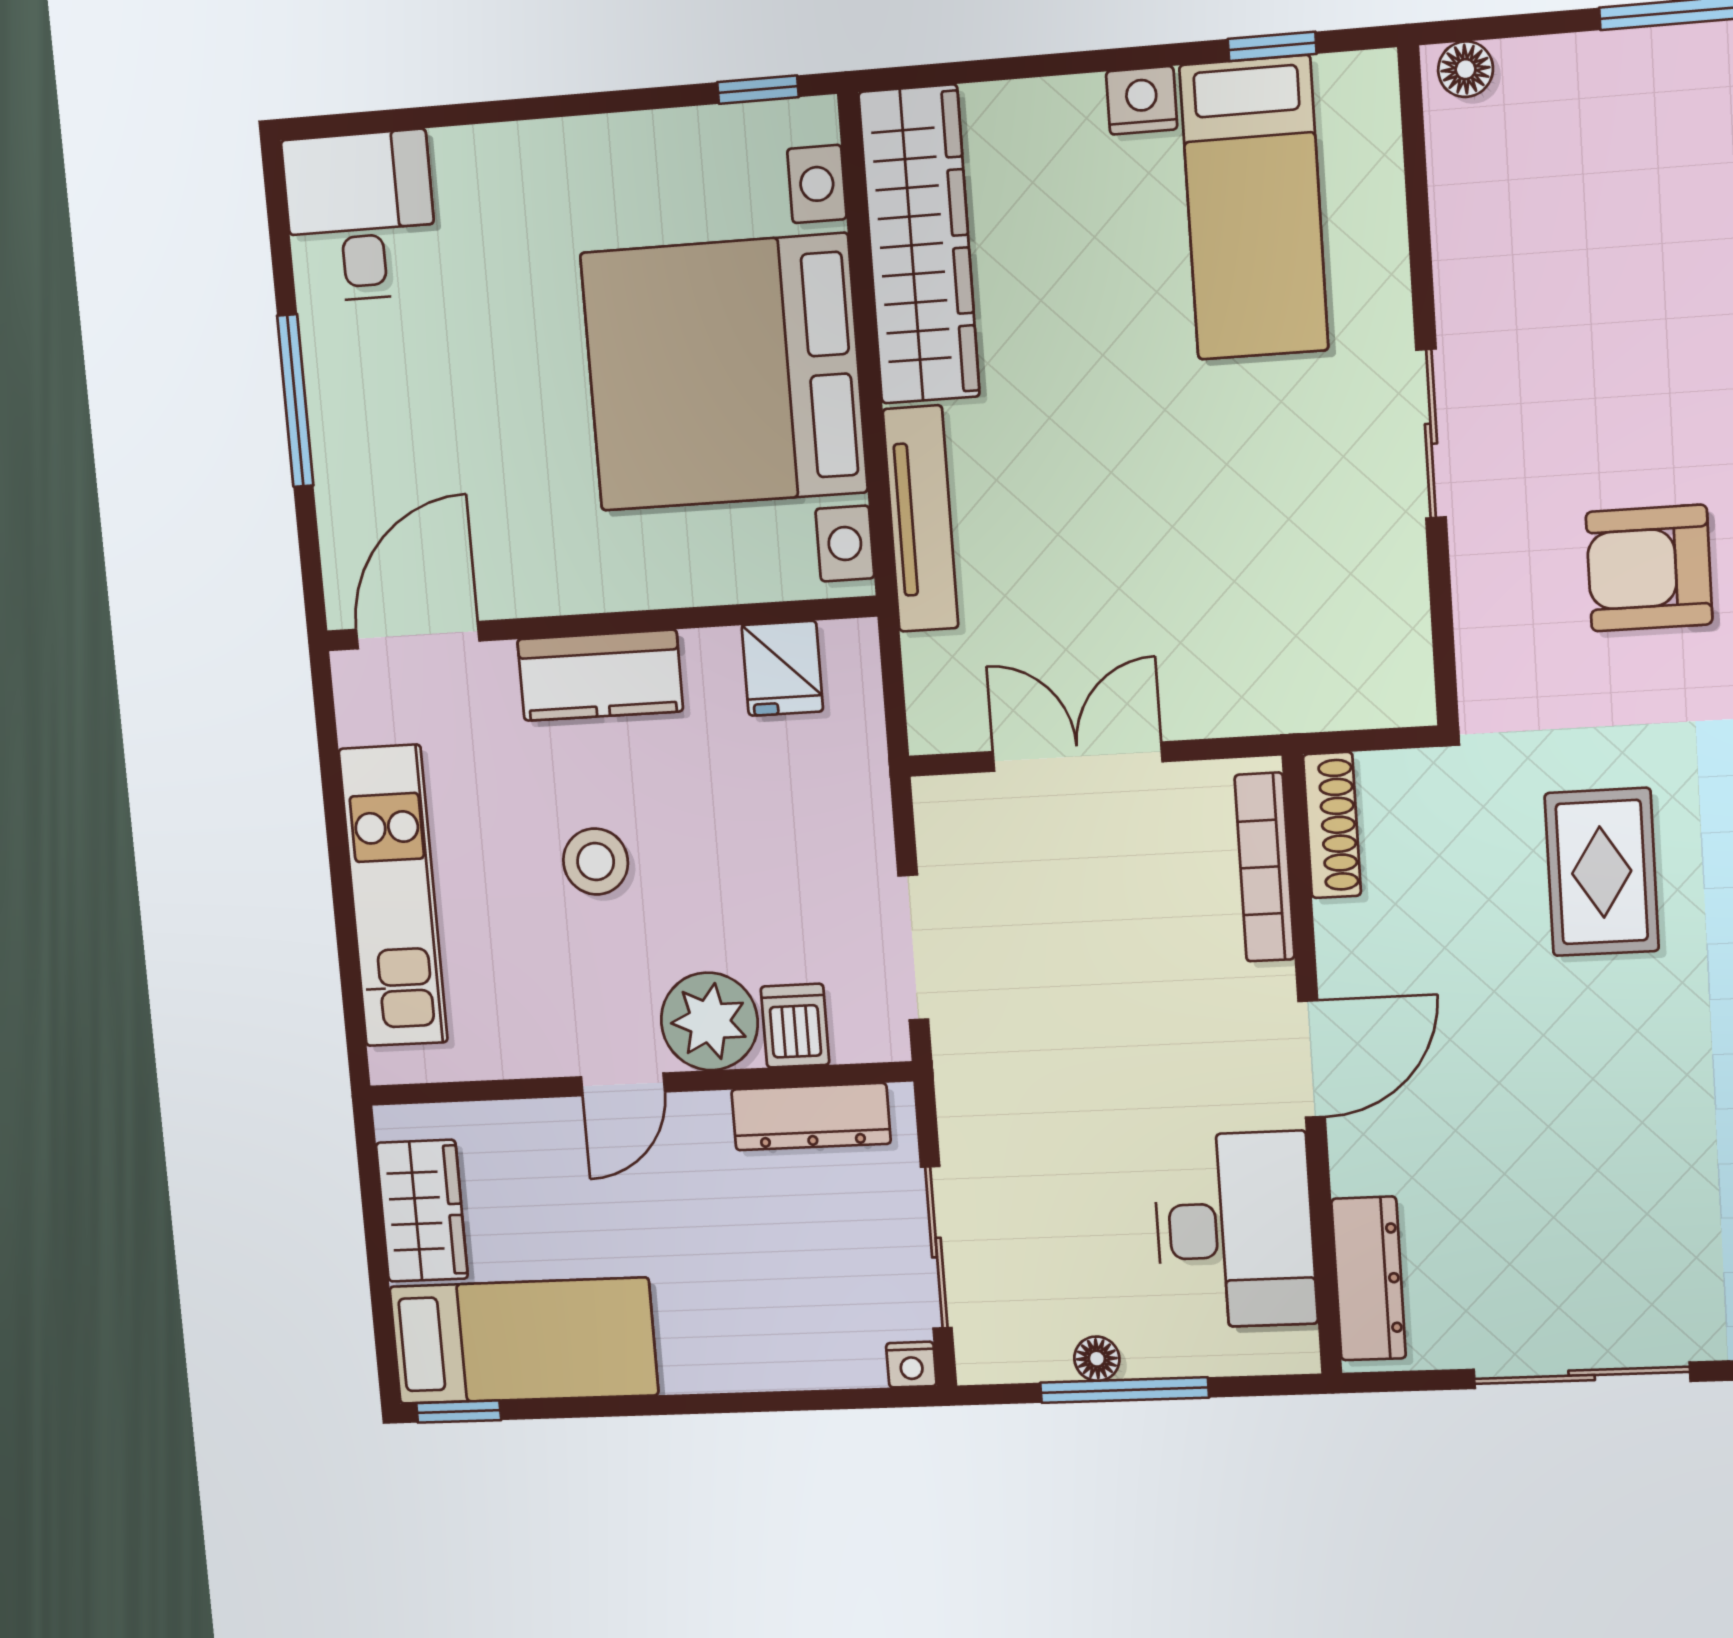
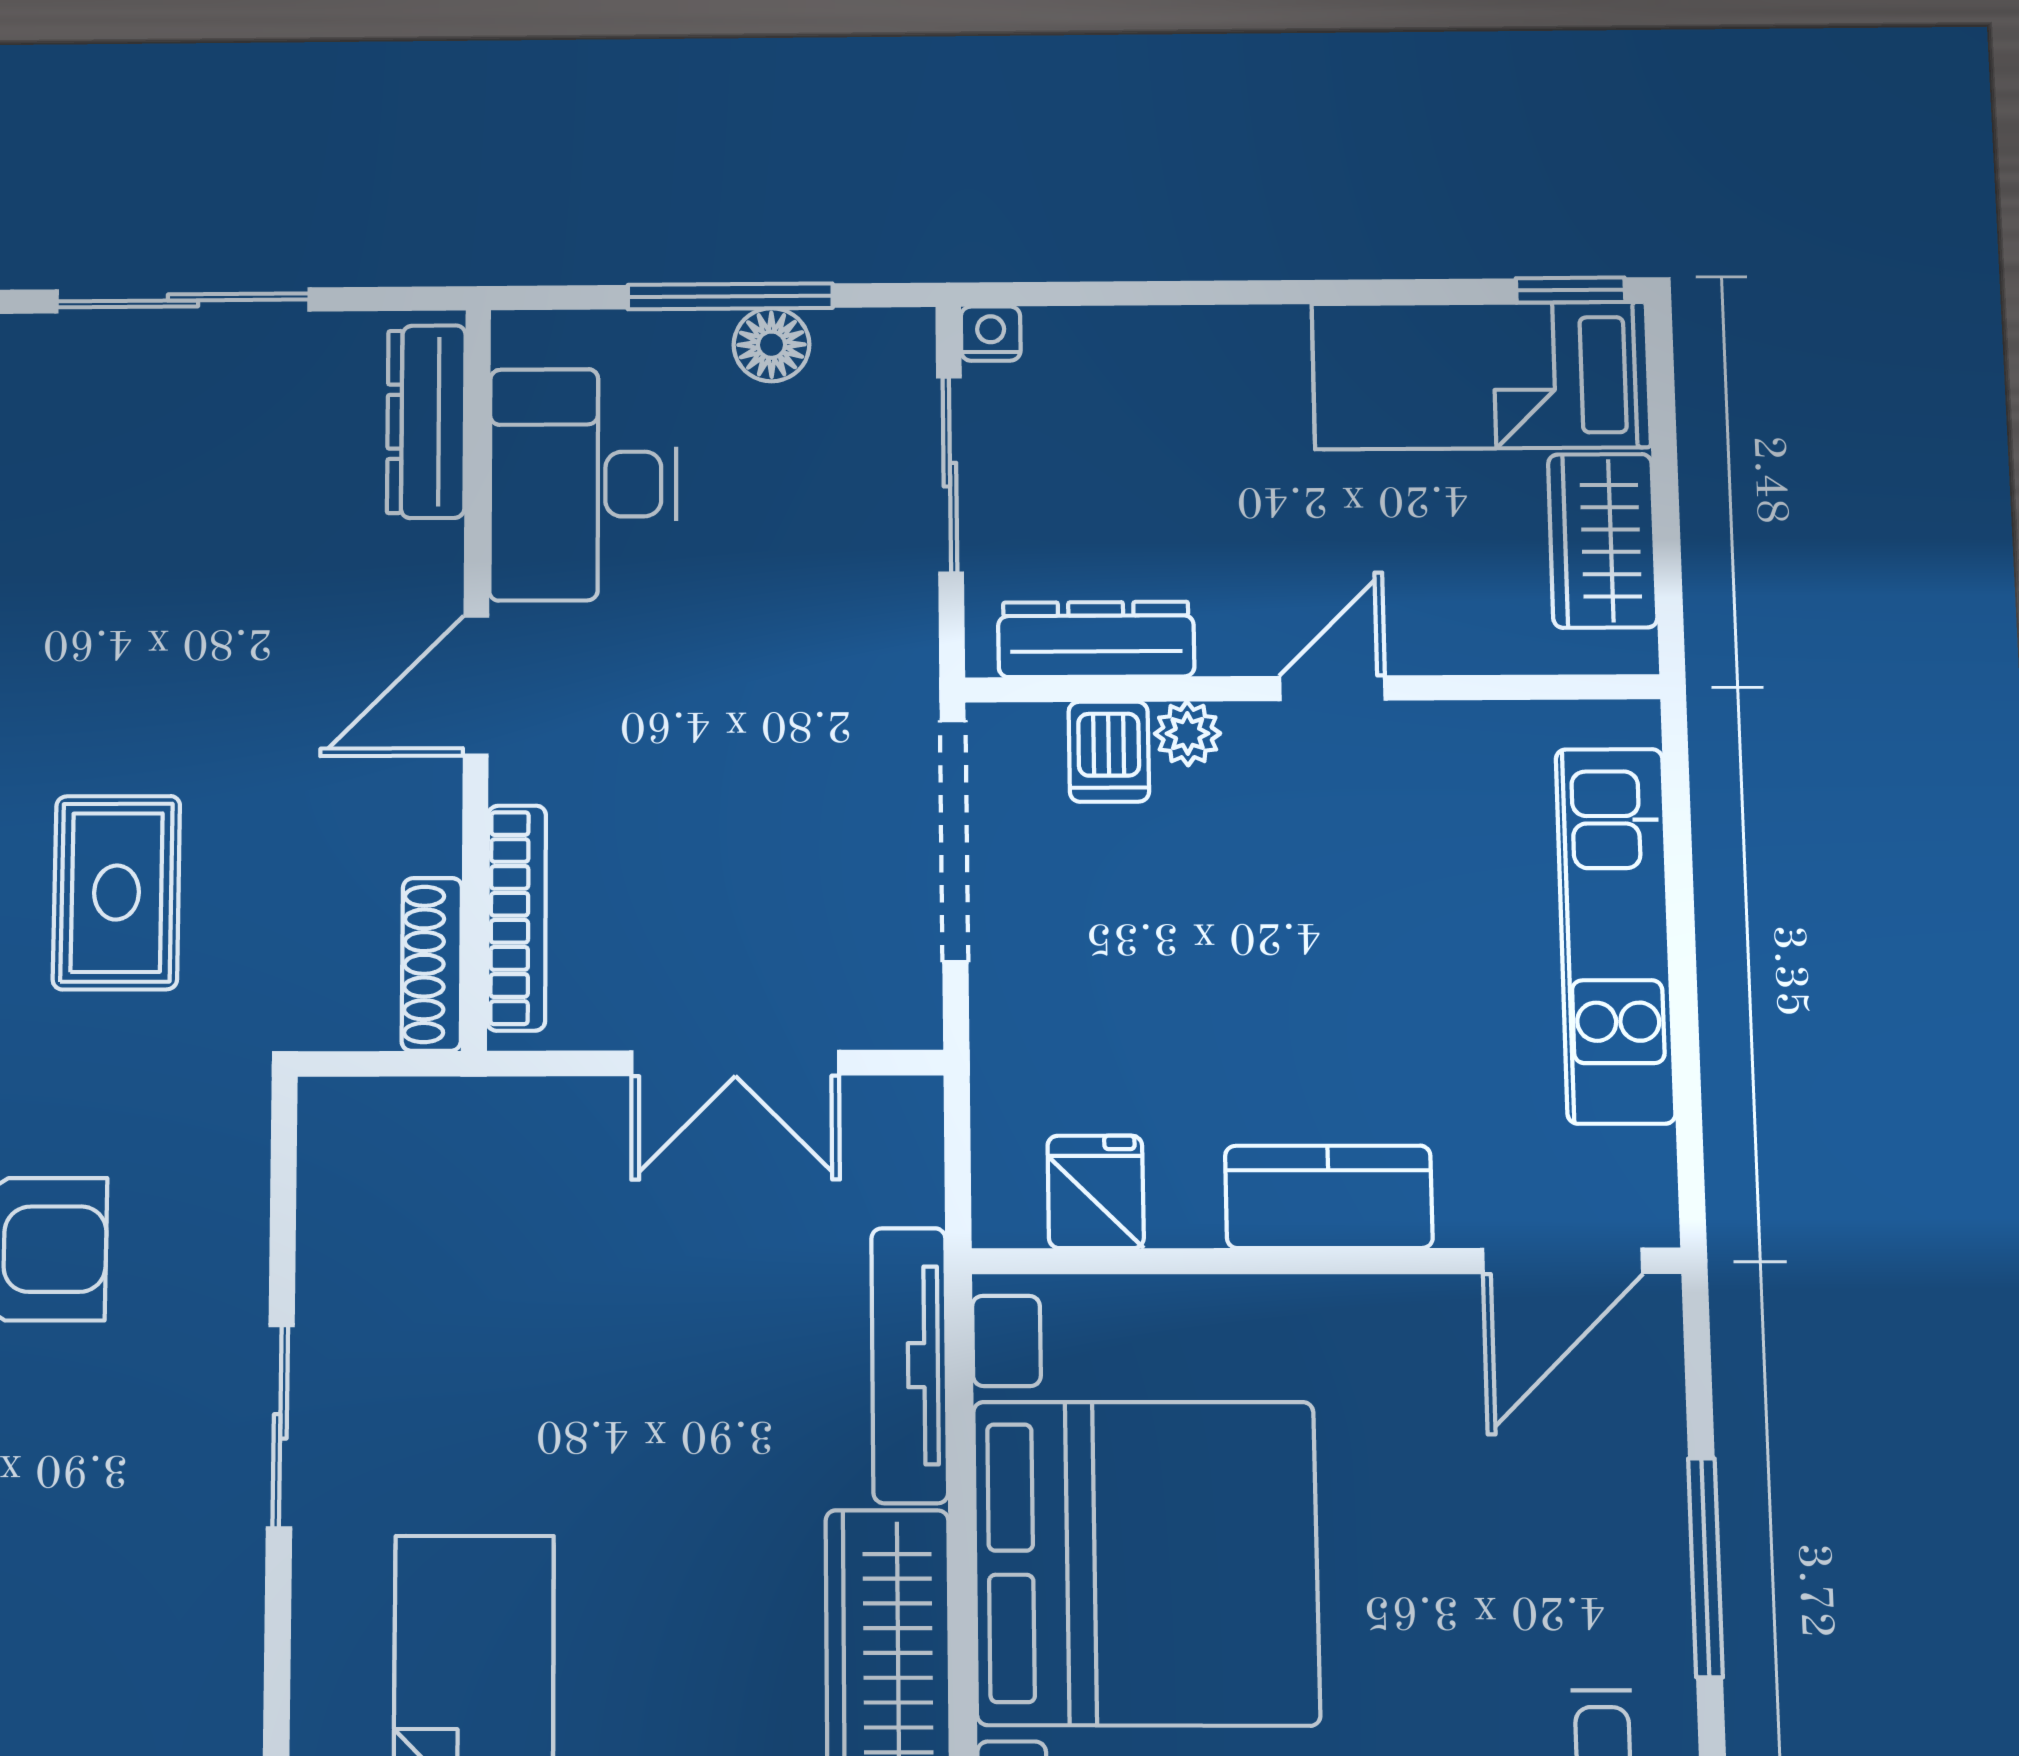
stool: (596, 861) -> (1349, 966), removed
doorway: (913, 948) -> (954, 841), width x1.36
plant: (709, 1021) -> (1188, 733), width x0.53, depth x0.53
floor lamp: (1097, 1359) -> (771, 345), width x1.37, depth x1.37

